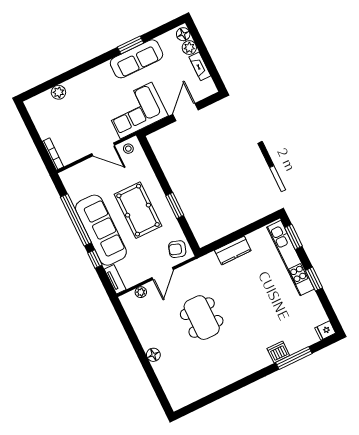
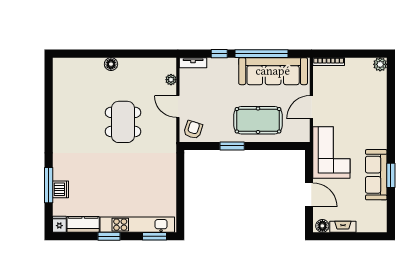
floor lamp: (183, 34) -> (322, 226), moved
plant: (189, 48) -> (364, 226), removed
plant: (58, 92) -> (380, 64), moved
stool: (128, 149) -> (301, 130), removed
pool table: (138, 210) -> (258, 120), moved
sofa: (101, 230) -> (273, 71), moved
kitchen counter: (233, 250) -> (83, 224), moved, turned 90
dining table: (202, 318) -> (123, 122), turned 90
dishwasher: (278, 352) -> (60, 189), moved

